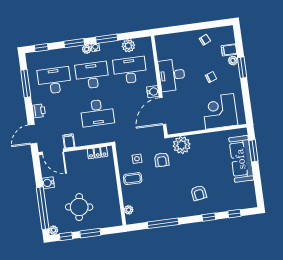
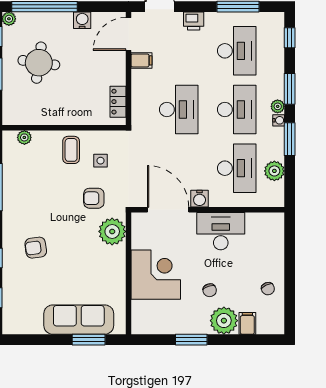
plant: (233, 61) -> (224, 321), width x1.88, depth x1.88
window: (242, 68) -> (191, 340), moved
corner desk: (220, 111) -> (156, 275), moved
desk: (97, 113) -> (179, 109), turned 180

